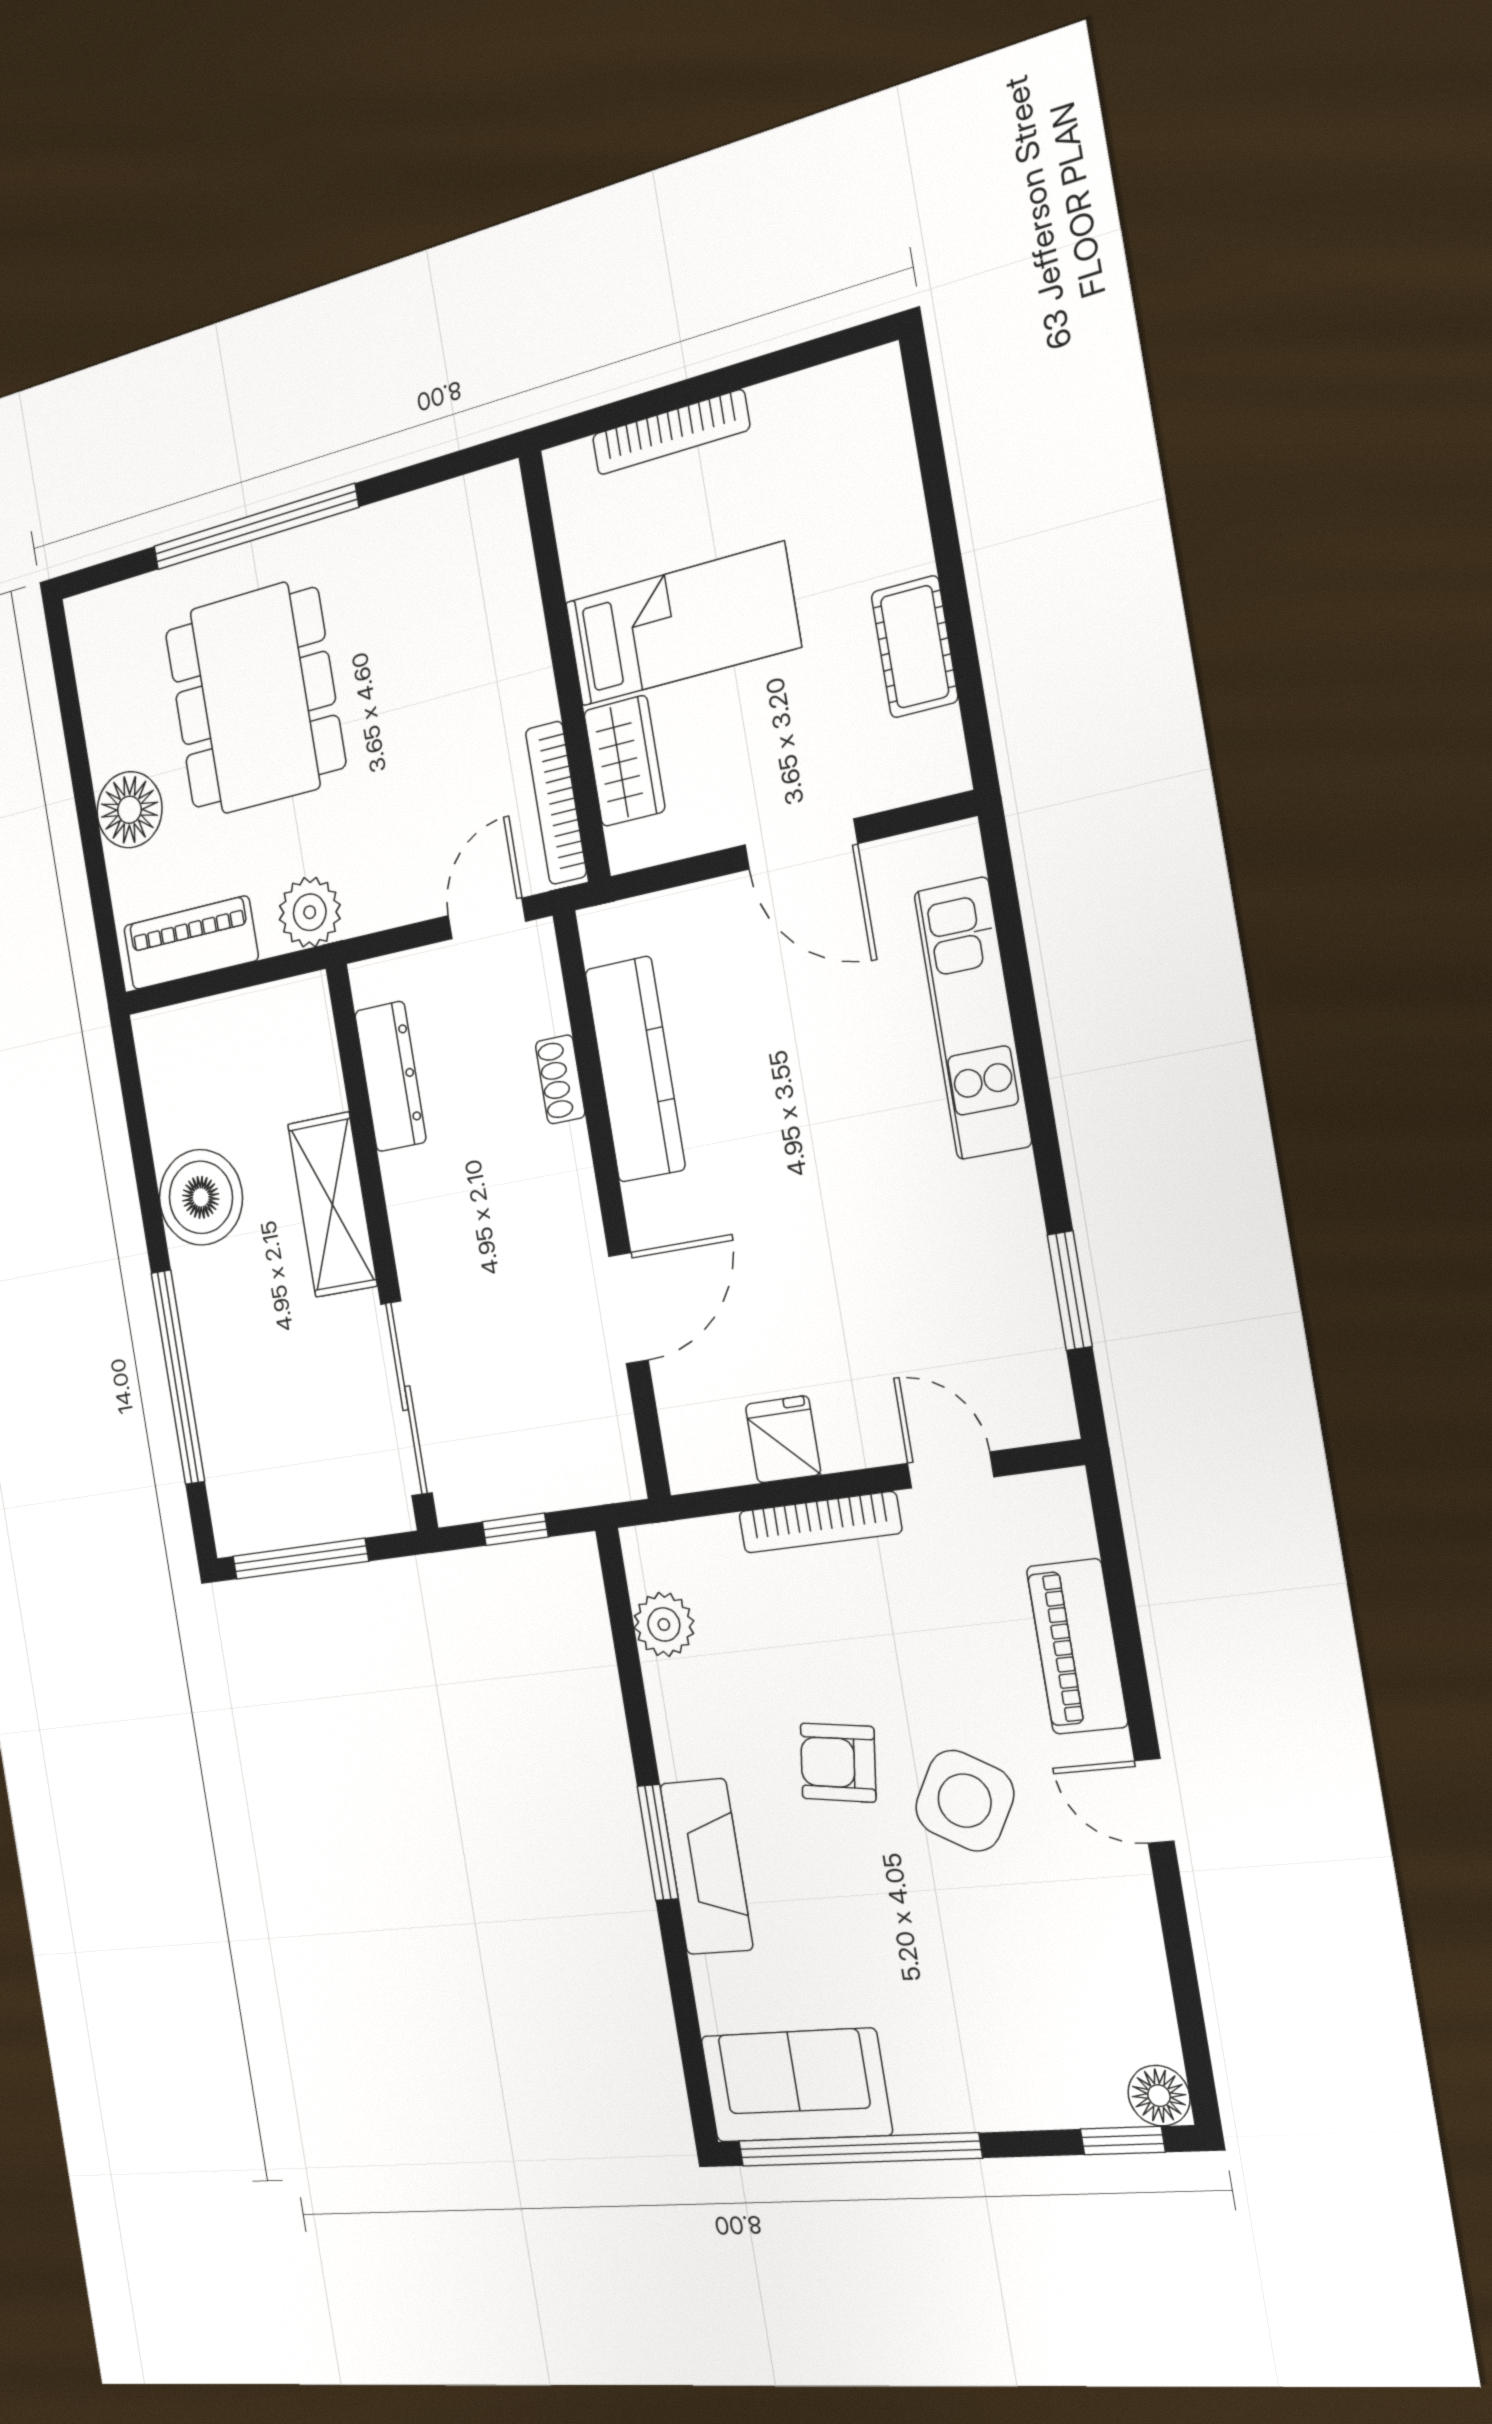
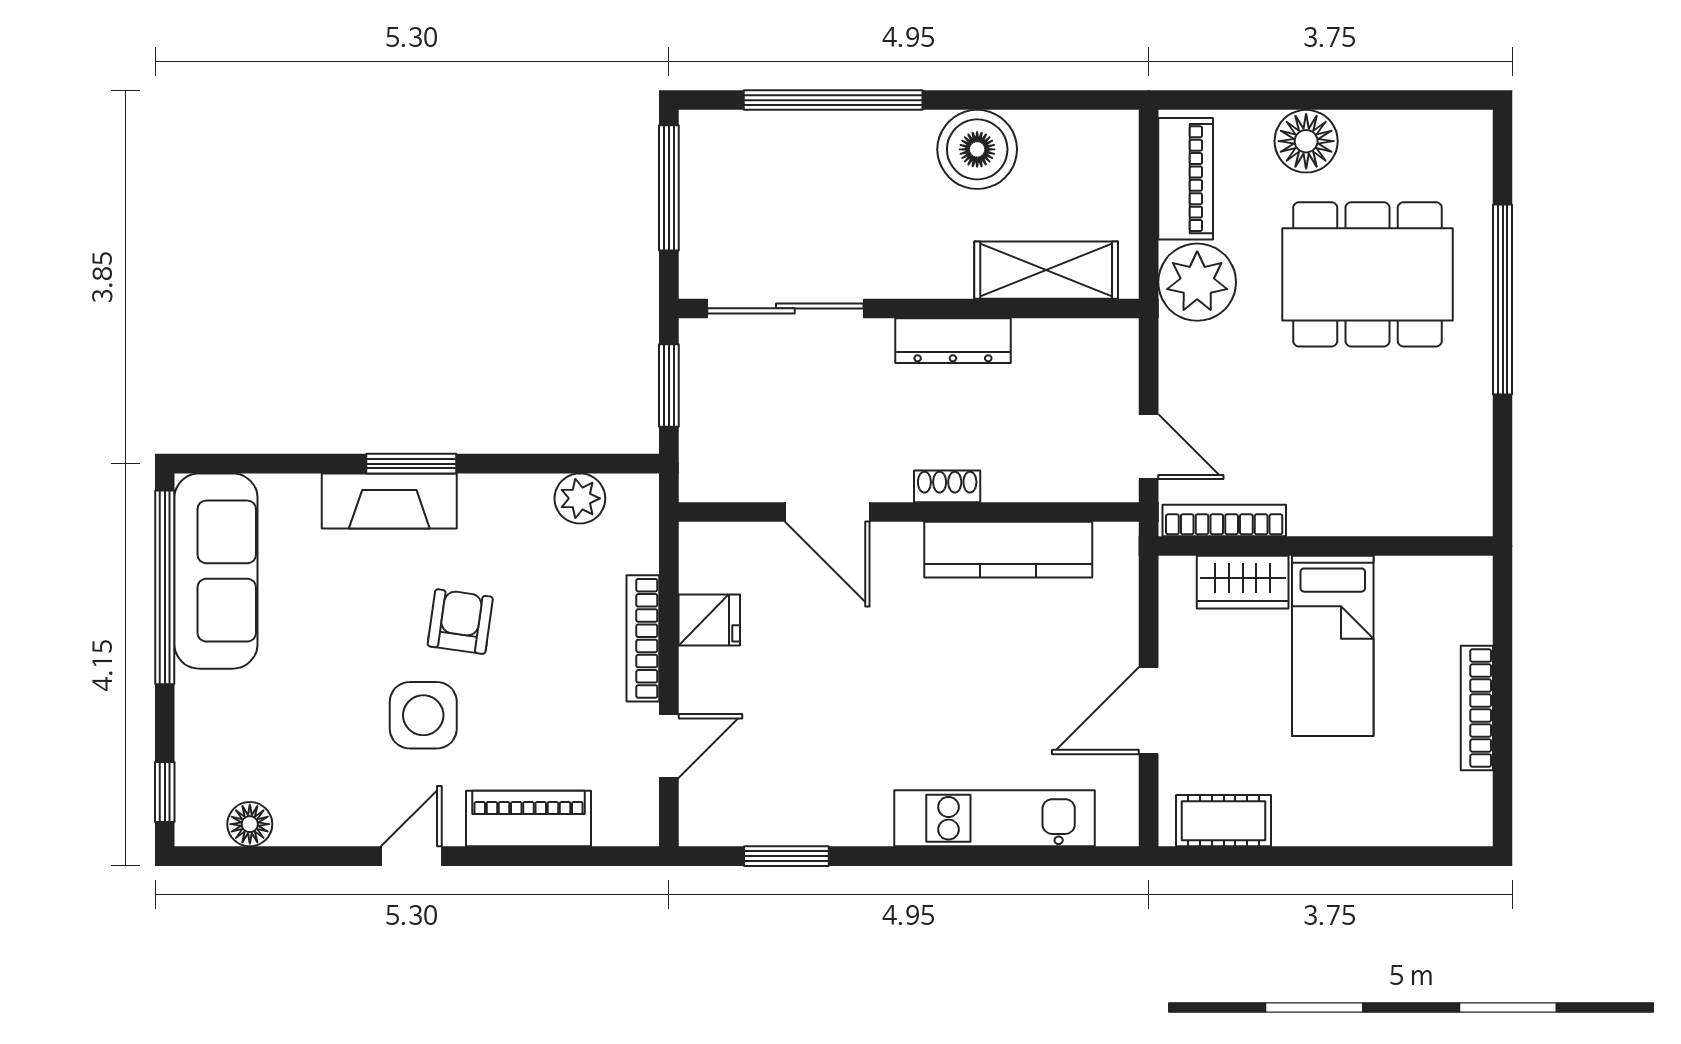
bookcase: (671, 432) -> (1477, 708), moved
cot: (915, 647) -> (1224, 821), moved
plant: (310, 912) -> (1197, 282), width x1.36, depth x1.36
dresser: (390, 1077) -> (953, 341), moved
shoe rack: (560, 1079) -> (947, 486), moved
shelving: (332, 1205) -> (1046, 270), moved
window: (515, 1529) -> (669, 385), width x1.50
side table: (965, 1801) -> (423, 715), turned -30
sofa: (796, 2085) -> (216, 571), width x1.36
floor lamp: (1159, 2096) -> (250, 824), moved

